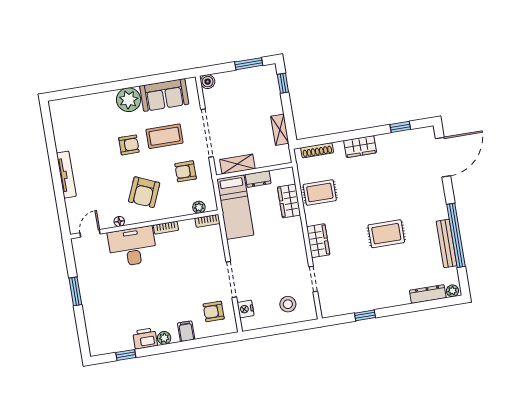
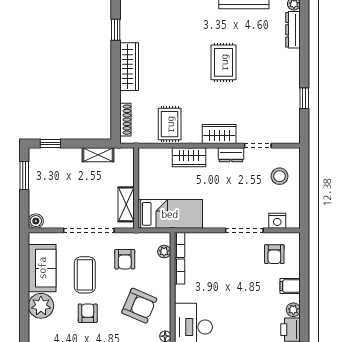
wardrobe: (360, 147) -> (129, 67), width x1.50
dresser: (258, 179) -> (231, 155), moved, turned 90
wardrobe: (289, 201) -> (189, 157), moved
bookcase: (166, 228) -> (180, 272), moved

